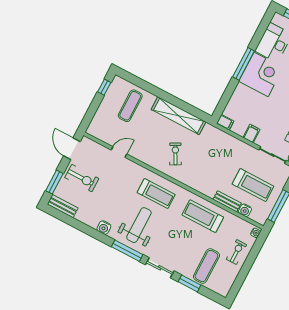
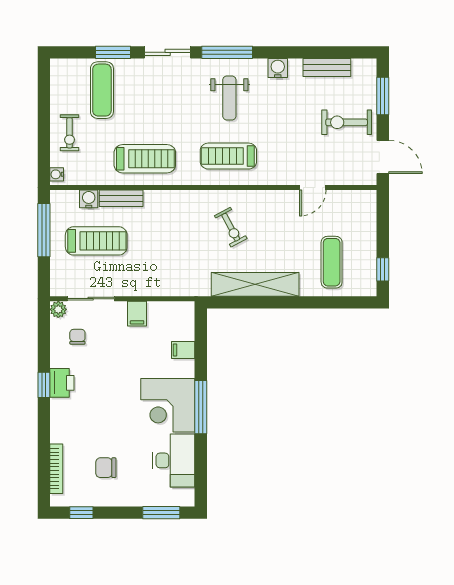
filing cabinet: (225, 122) -> (183, 350), moved
treadmill: (253, 185) -> (96, 241), turned 180
bench: (63, 206) -> (327, 68), moved
weight bench: (139, 225) -> (229, 98), width x0.73, depth x0.75

